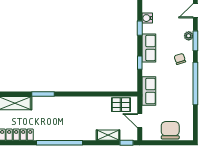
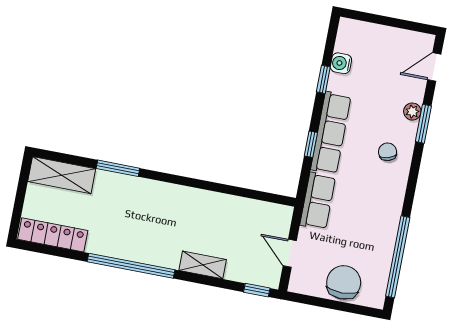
row of seats: (149, 48) -> (331, 133), width x1.48
window: (195, 83) -> (398, 257), moved
pallet: (121, 105) -> (260, 216), removed
shelving: (108, 135) -> (203, 265), moved

